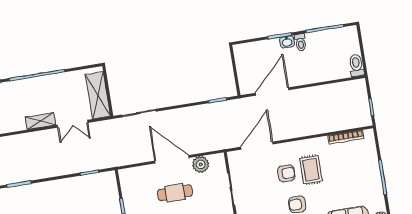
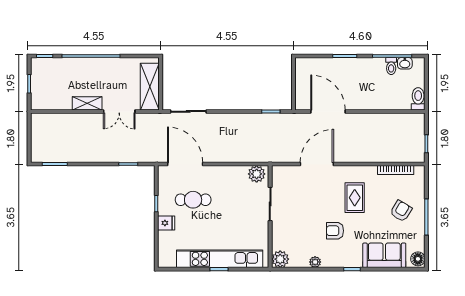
washbasin: (287, 42) -> (405, 63), moved
toilet: (301, 42) -> (391, 66), moved
door: (272, 92) -> (328, 111), hinge flipped
door: (257, 146) -> (317, 164), moved
door: (172, 159) -> (185, 164), moved
plant: (201, 164) -> (257, 174), moved
armchair: (286, 173) -> (401, 211), moved, turned -59
cafe table: (175, 193) -> (193, 200), moved

